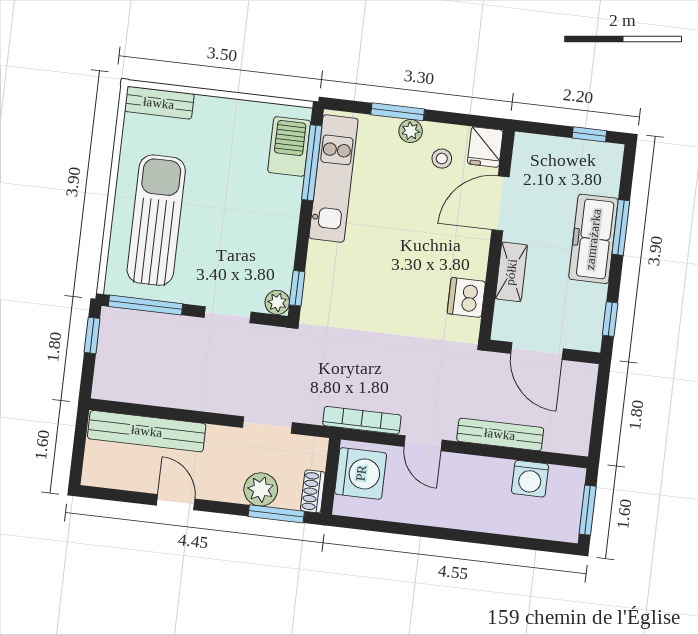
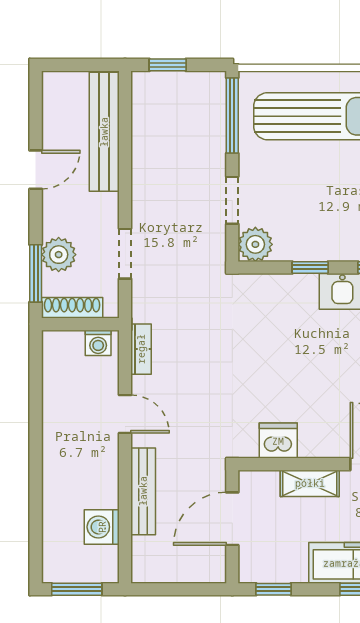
window: (297, 288) -> (310, 267), moved
plant: (277, 302) -> (255, 244), width x1.38, depth x1.38
window: (92, 335) -> (168, 65), moved
bookcase: (362, 420) -> (141, 349), width x0.64
door: (423, 443) -> (125, 414), swing flipped
washing machine: (361, 473) -> (98, 343), width x0.53, depth x0.53
shoe rack: (313, 491) -> (72, 308), width x1.43

